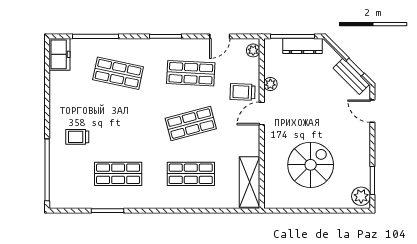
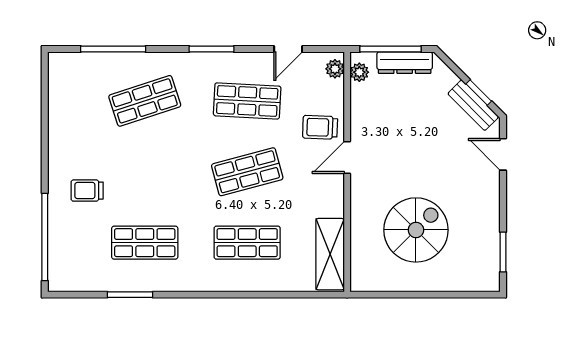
freezer: (60, 54) -> (62, 74), removed
shop shelf: (118, 73) -> (145, 101), turned -30
plant: (270, 84) -> (359, 72), moved
plant: (361, 196) -> (487, 274), removed

